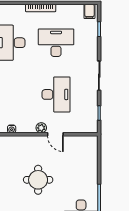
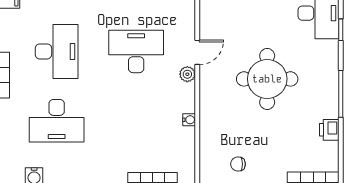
desk: (56, 43) -> (57, 51), turned 180
round table: (38, 180) -> (267, 79), width x1.36, depth x1.36

